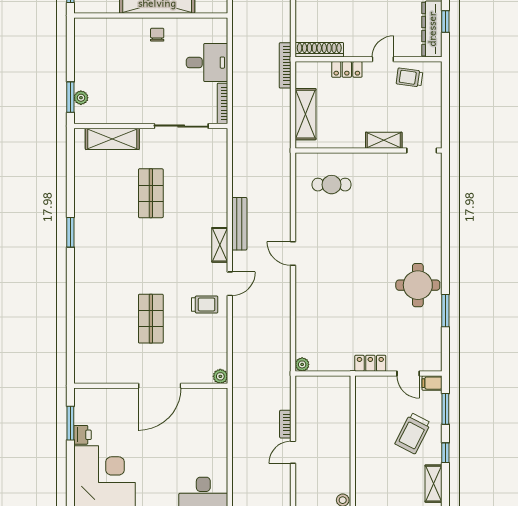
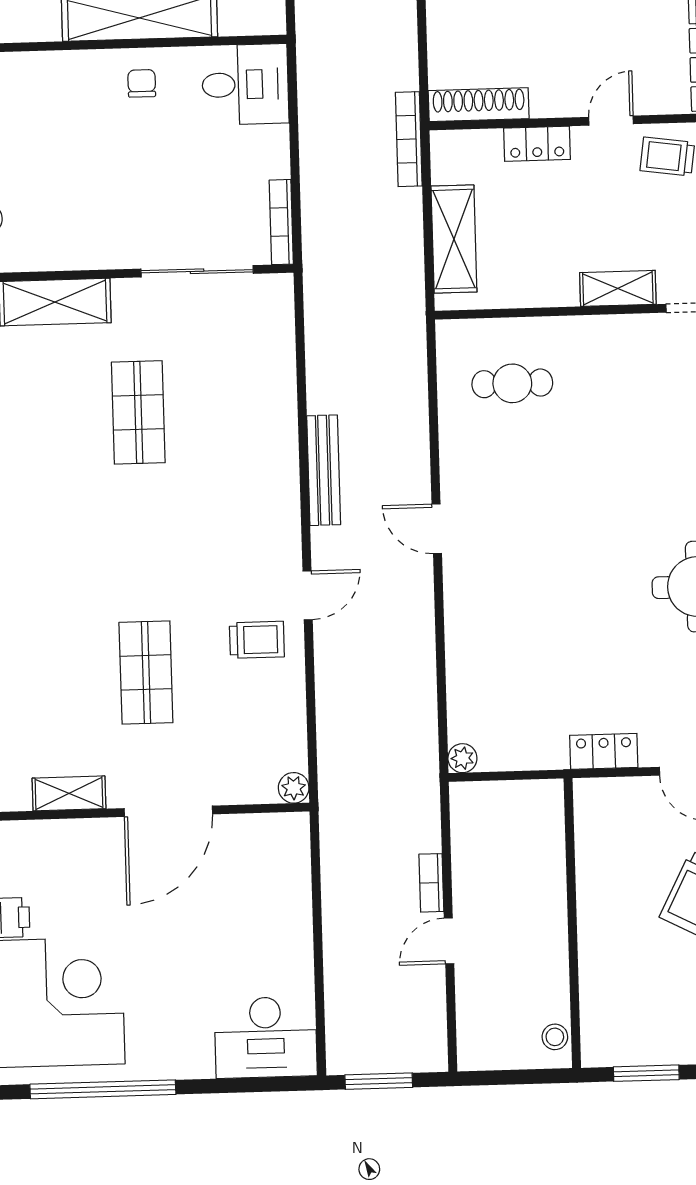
desk: (207, 63) -> (245, 84), moved
shelving: (220, 245) -> (69, 793), moved, turned 90

